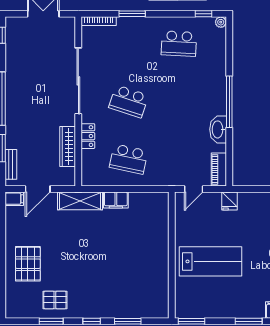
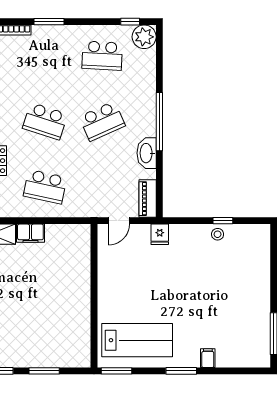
plant: (221, 22) -> (144, 37), width x1.88, depth x1.88
school desk: (179, 101) -> (102, 121), added
lab bench: (211, 261) -> (137, 340), moved

